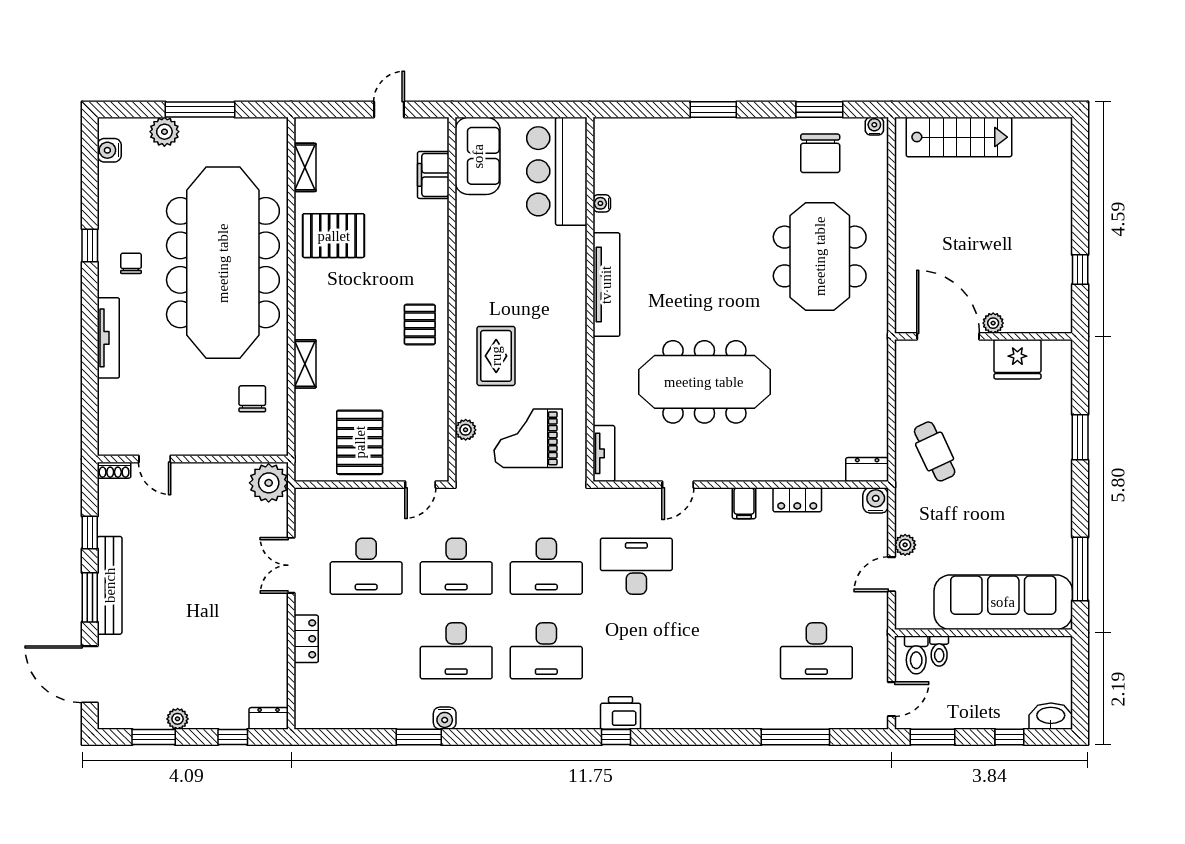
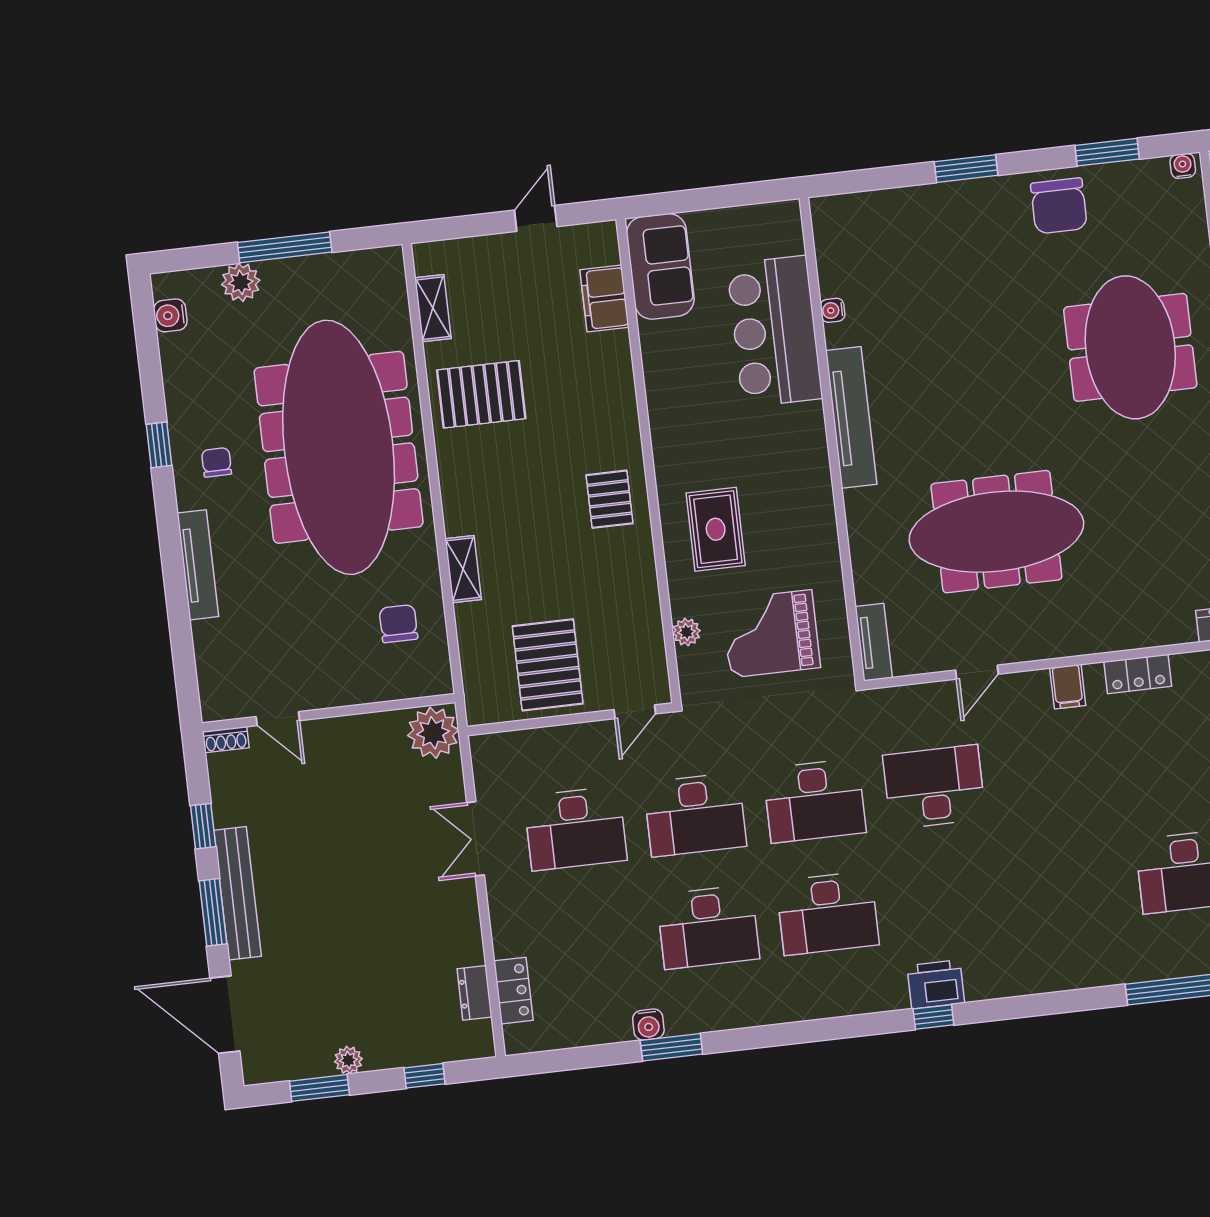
chair: (820, 153) -> (1059, 206), moved
bar counter: (557, 171) -> (775, 331), moved
locker: (306, 639) -> (513, 991), moved
dresser: (269, 718) -> (475, 993), moved, turned -90
water cooler: (445, 718) -> (648, 1025), moved

